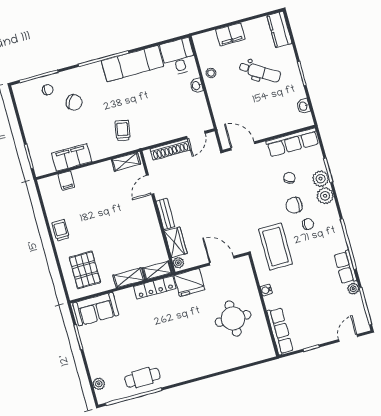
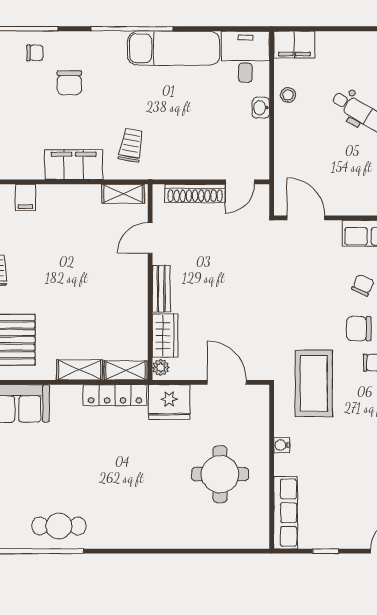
filing cabinet: (230, 34) -> (294, 45), moved
chair: (74, 102) -> (69, 83), turned 57
filing cabinet: (72, 157) -> (74, 165), moved

